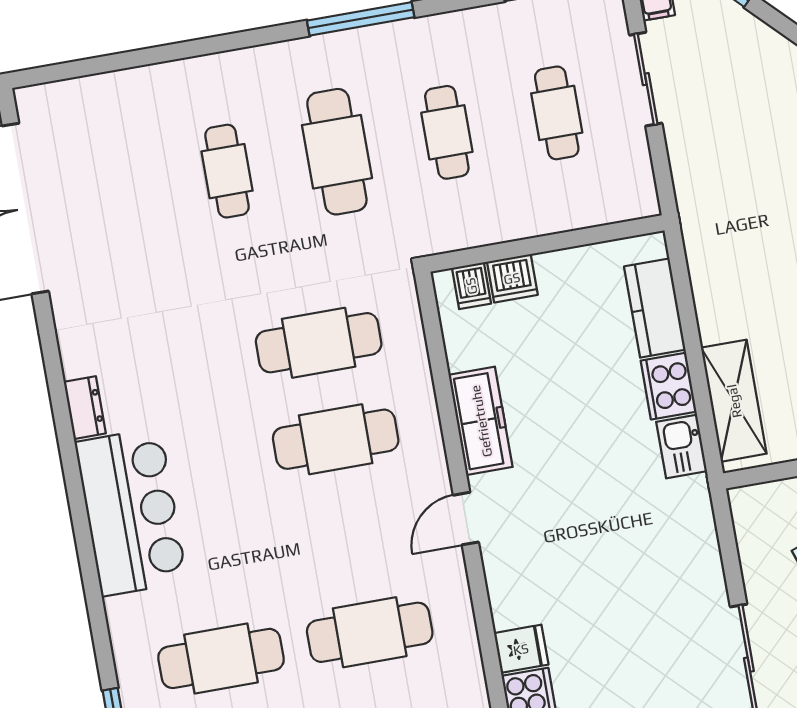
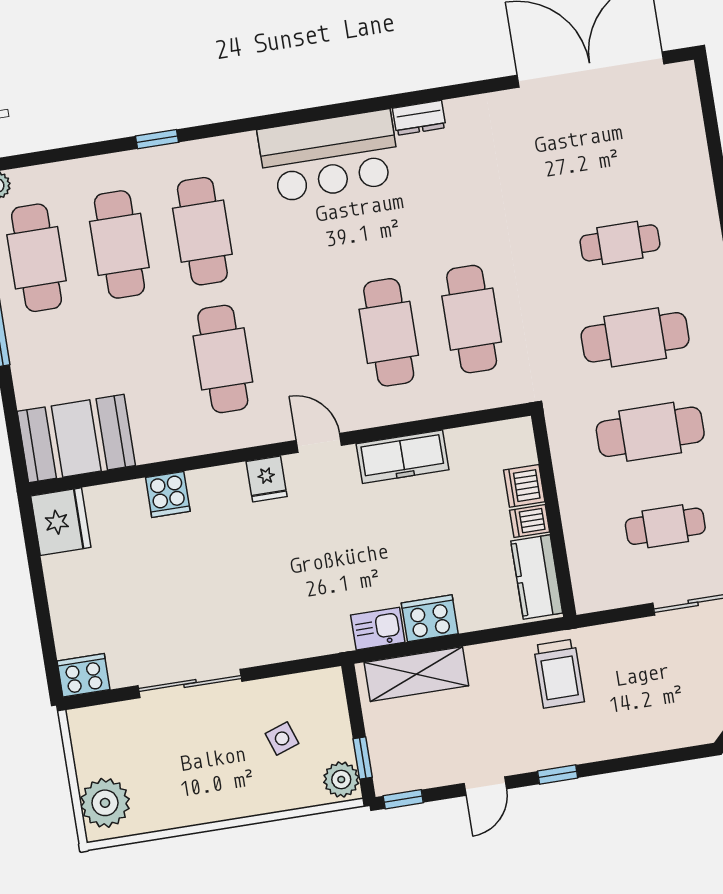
cafe table: (447, 132) -> (650, 432), width x1.37, depth x1.35
trolley: (731, 234) -> (559, 674), added
dishwasher: (471, 286) -> (530, 521), moved
kitchen counter: (655, 308) -> (537, 577), moved, turned -90
fridge: (521, 649) -> (267, 479), moved

